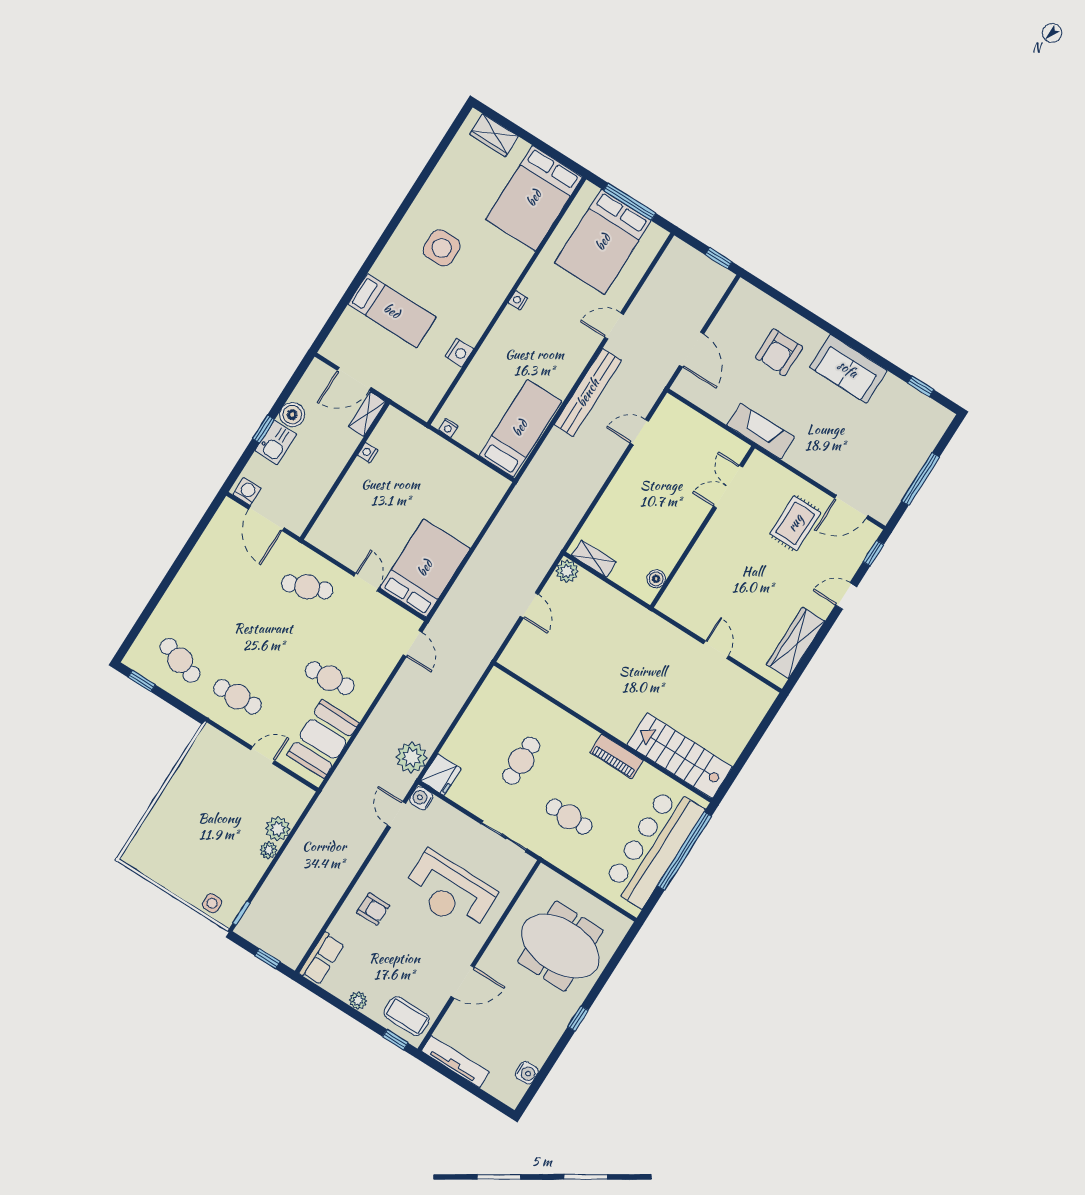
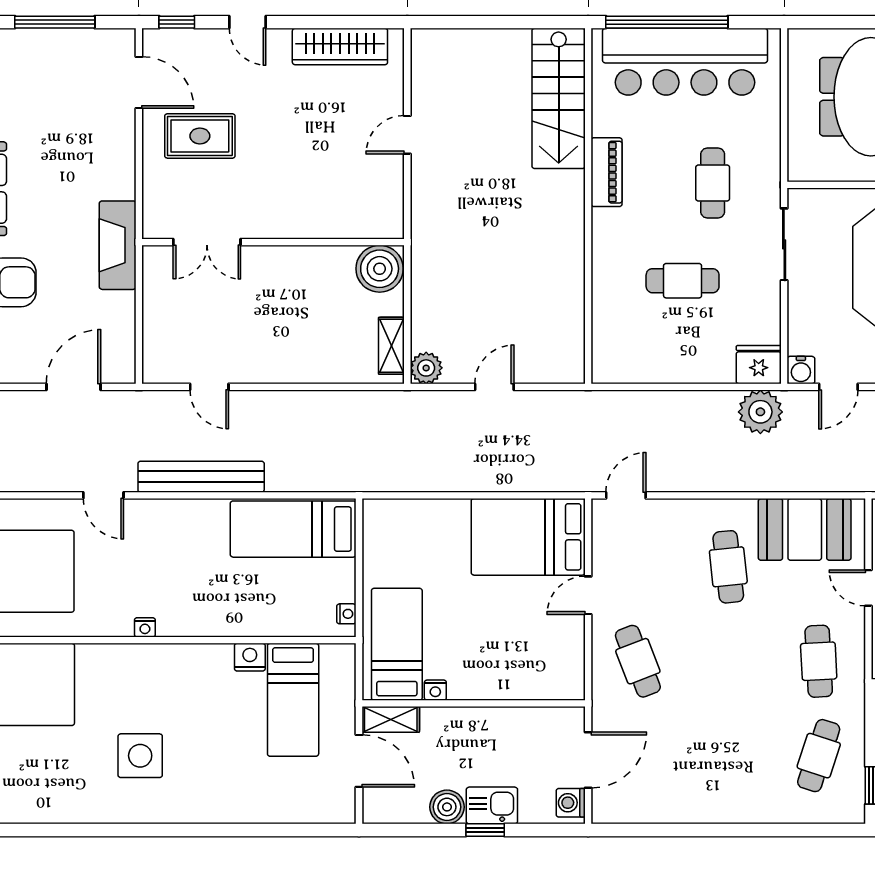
bed: (392, 311) -> (293, 700), moved, turned 180
bed: (410, 447) -> (397, 644), added
boiler: (656, 579) -> (380, 269), width x1.86, depth x1.86

